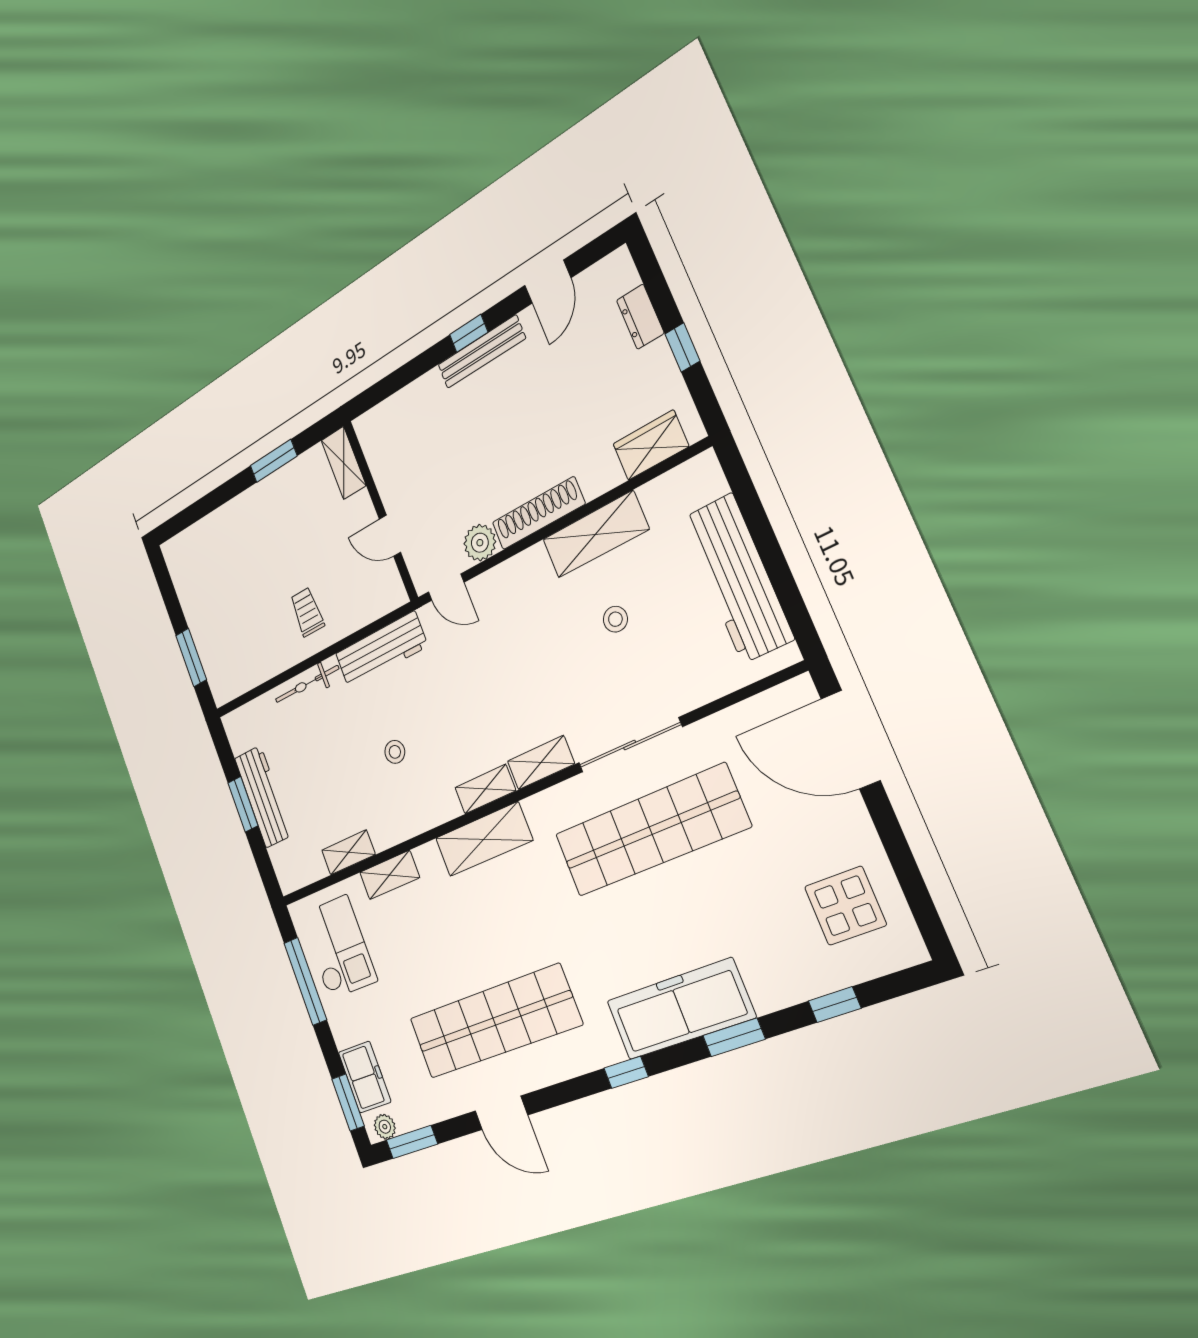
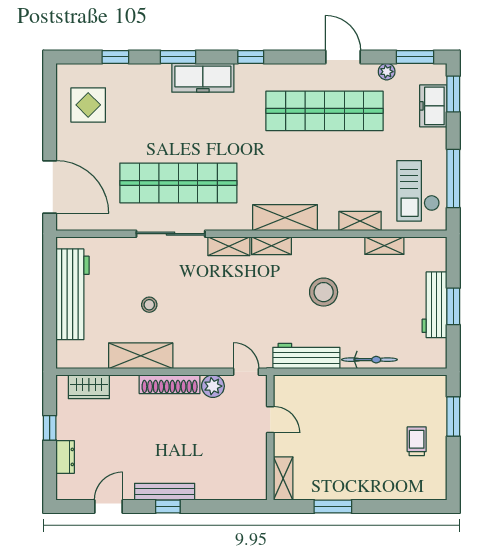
trolley: (307, 612) -> (417, 441), moved, turned 180
stool: (395, 752) -> (324, 292), width x1.89, depth x1.89
freezer: (680, 1009) -> (203, 78), width x0.73, depth x0.79
plant: (385, 1127) -> (387, 72), moved

